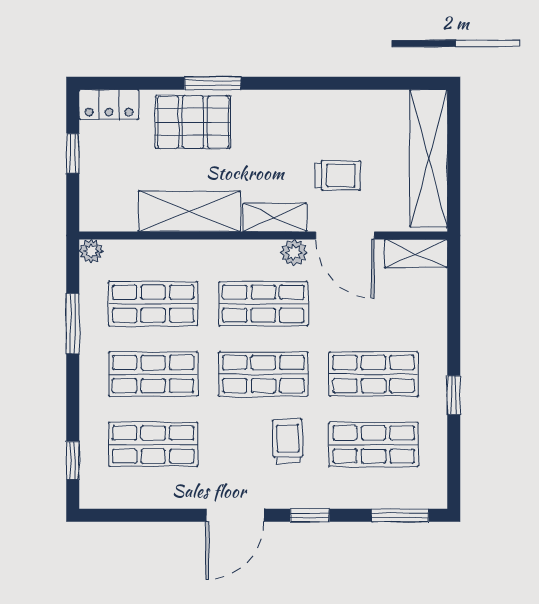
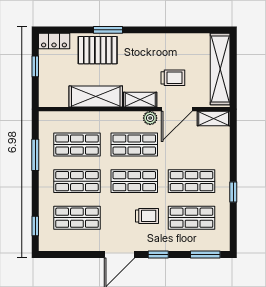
door: (345, 236) -> (177, 109), hinge flipped
plant: (91, 251) -> (45, 117), removed
trolley: (288, 441) -> (147, 216), turned 92

